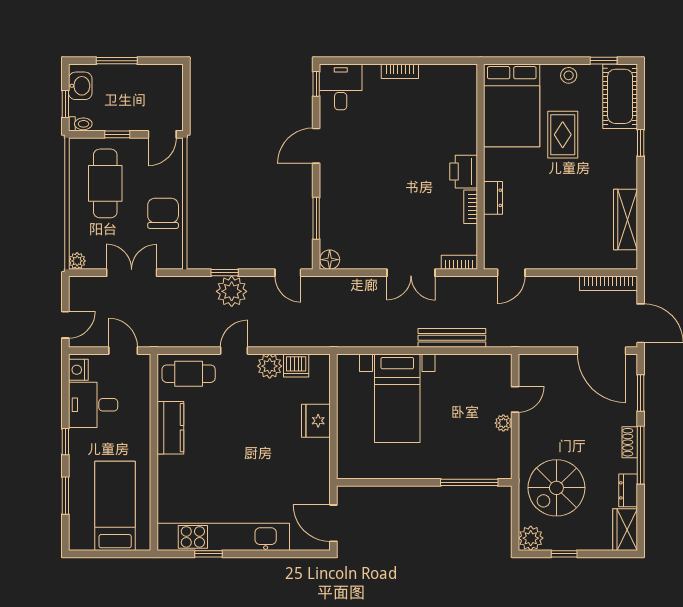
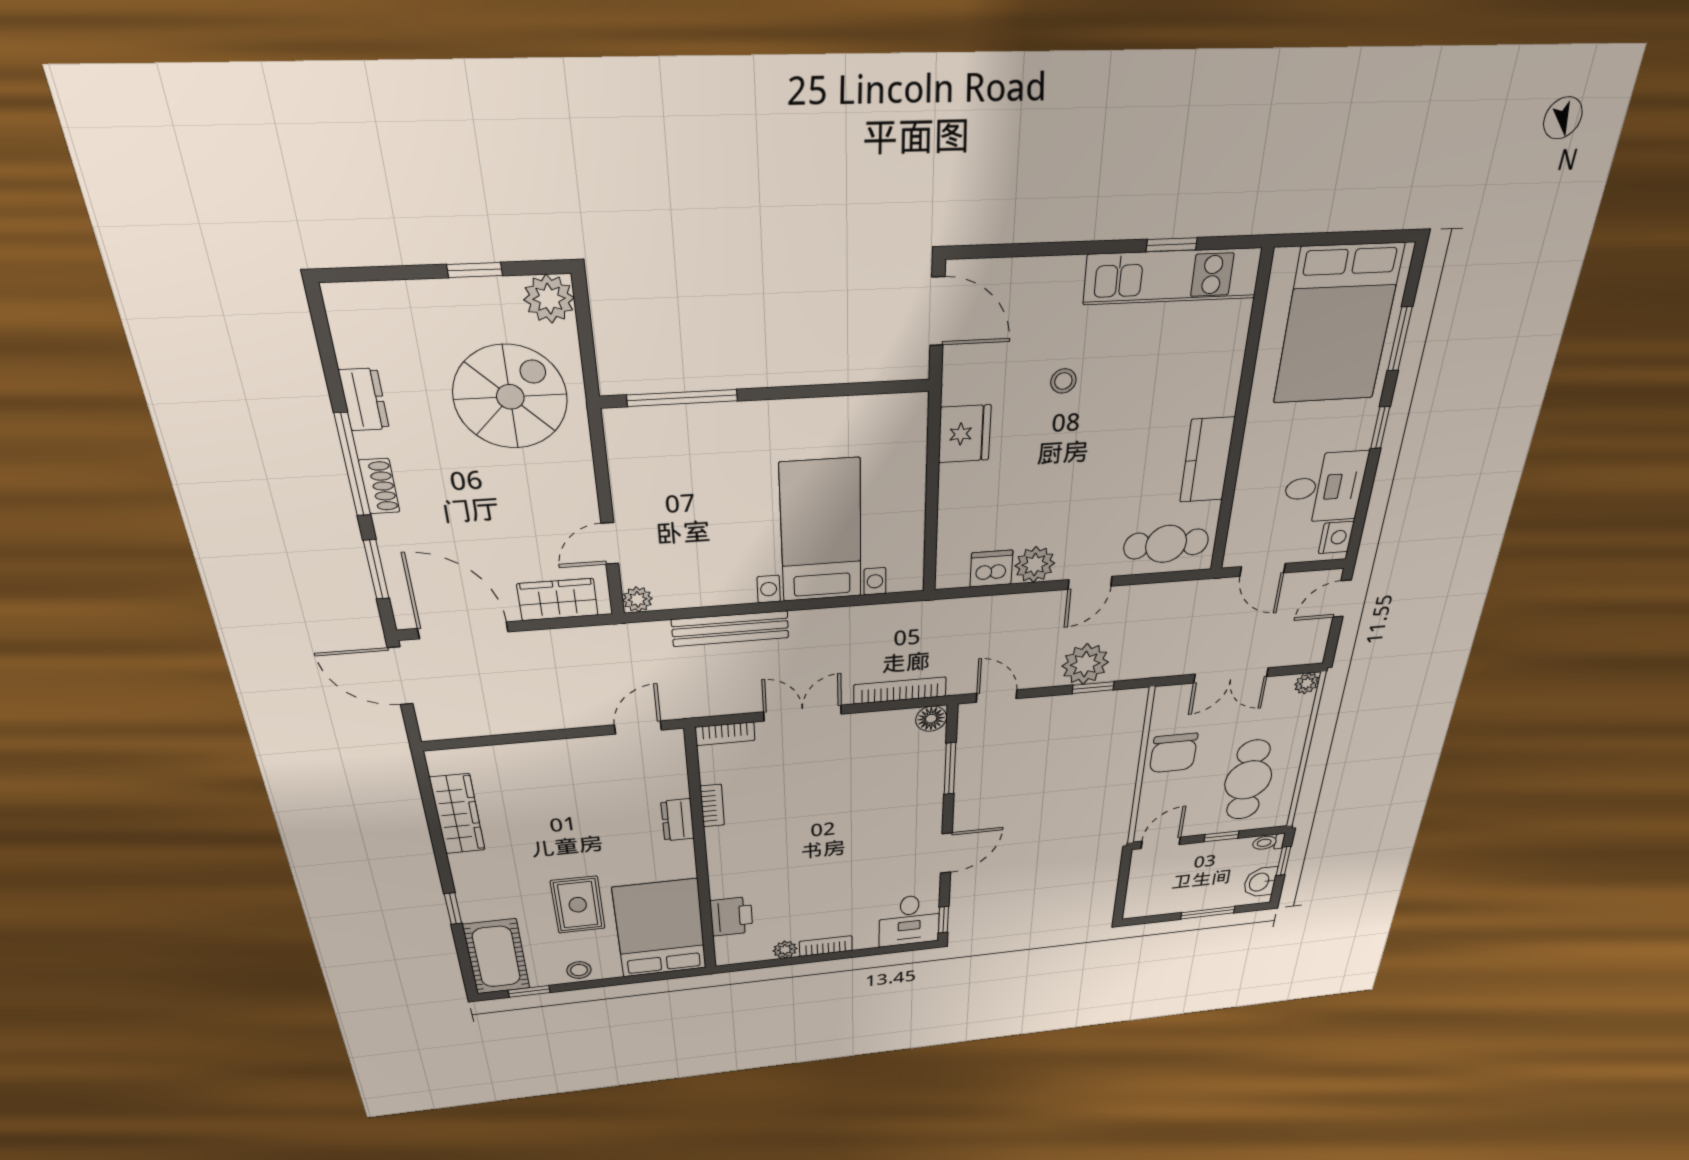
plant: (428, 72) -> (785, 950), added
printer: (464, 172) -> (732, 916), moved
bookcase: (608, 283) -> (900, 690), moved
fridge: (316, 421) -> (965, 434), moved
plant: (503, 423) -> (637, 599), moved
stool: (261, 481) -> (1063, 381), added
bed: (115, 506) -> (1338, 325), width x1.50
wardrobe: (625, 530) -> (558, 600), moved, turned -90
kitchen unit: (223, 537) -> (1173, 276), width x0.73

